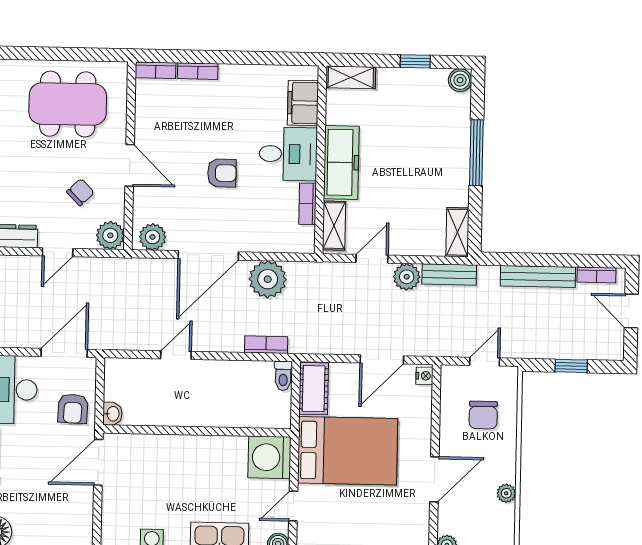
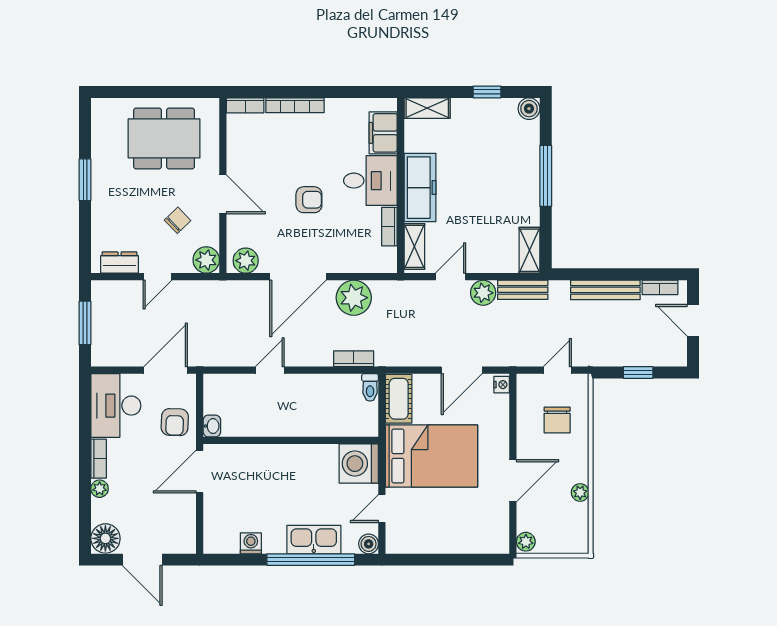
bookcase: (198, 71) -> (295, 105), width x1.56

